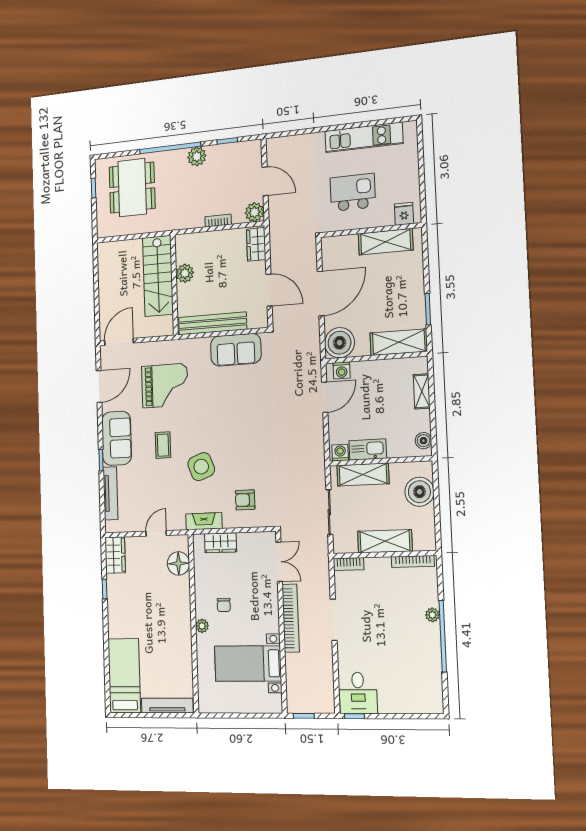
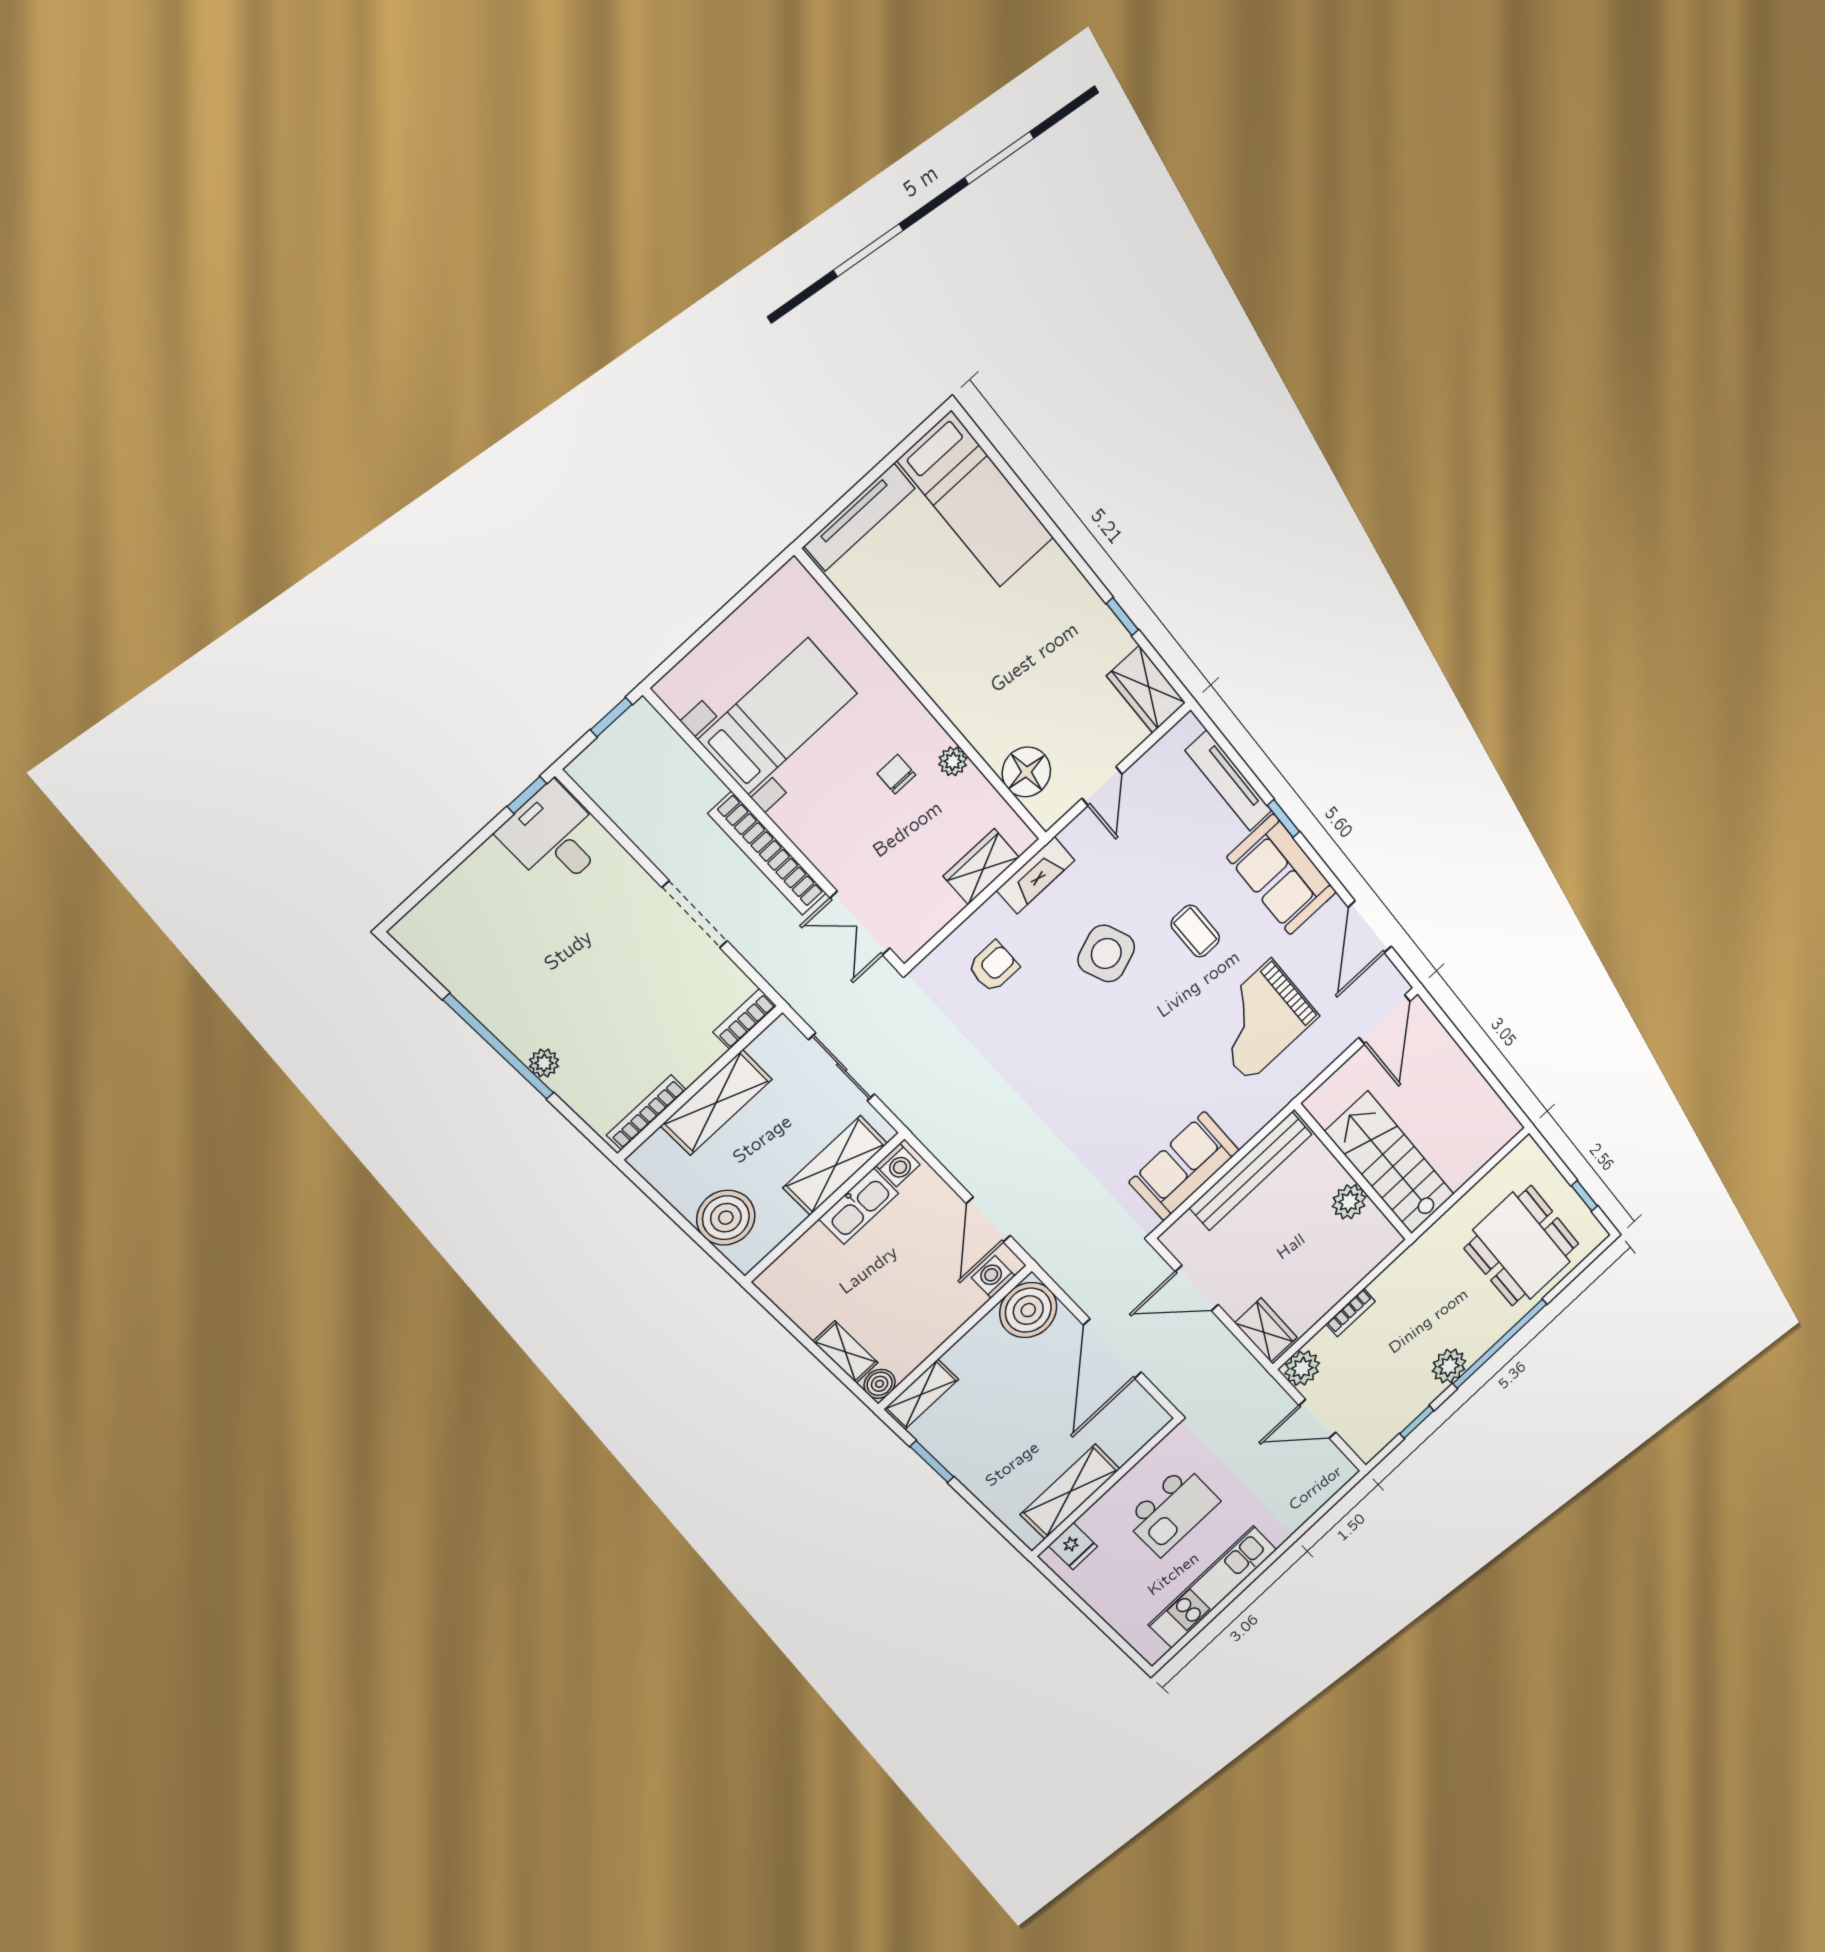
shelving: (399, 342) -> (921, 1394), width x0.67, depth x0.75
boiler: (423, 441) -> (880, 1384), moved
plant: (202, 626) -> (953, 761), moved

